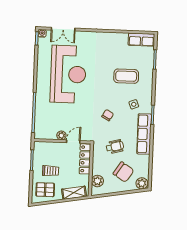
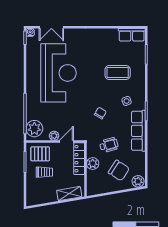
plant: (42, 128) -> (34, 129), added
plant: (97, 181) -> (93, 164), moved
pallet: (45, 190) -> (40, 154), moved

